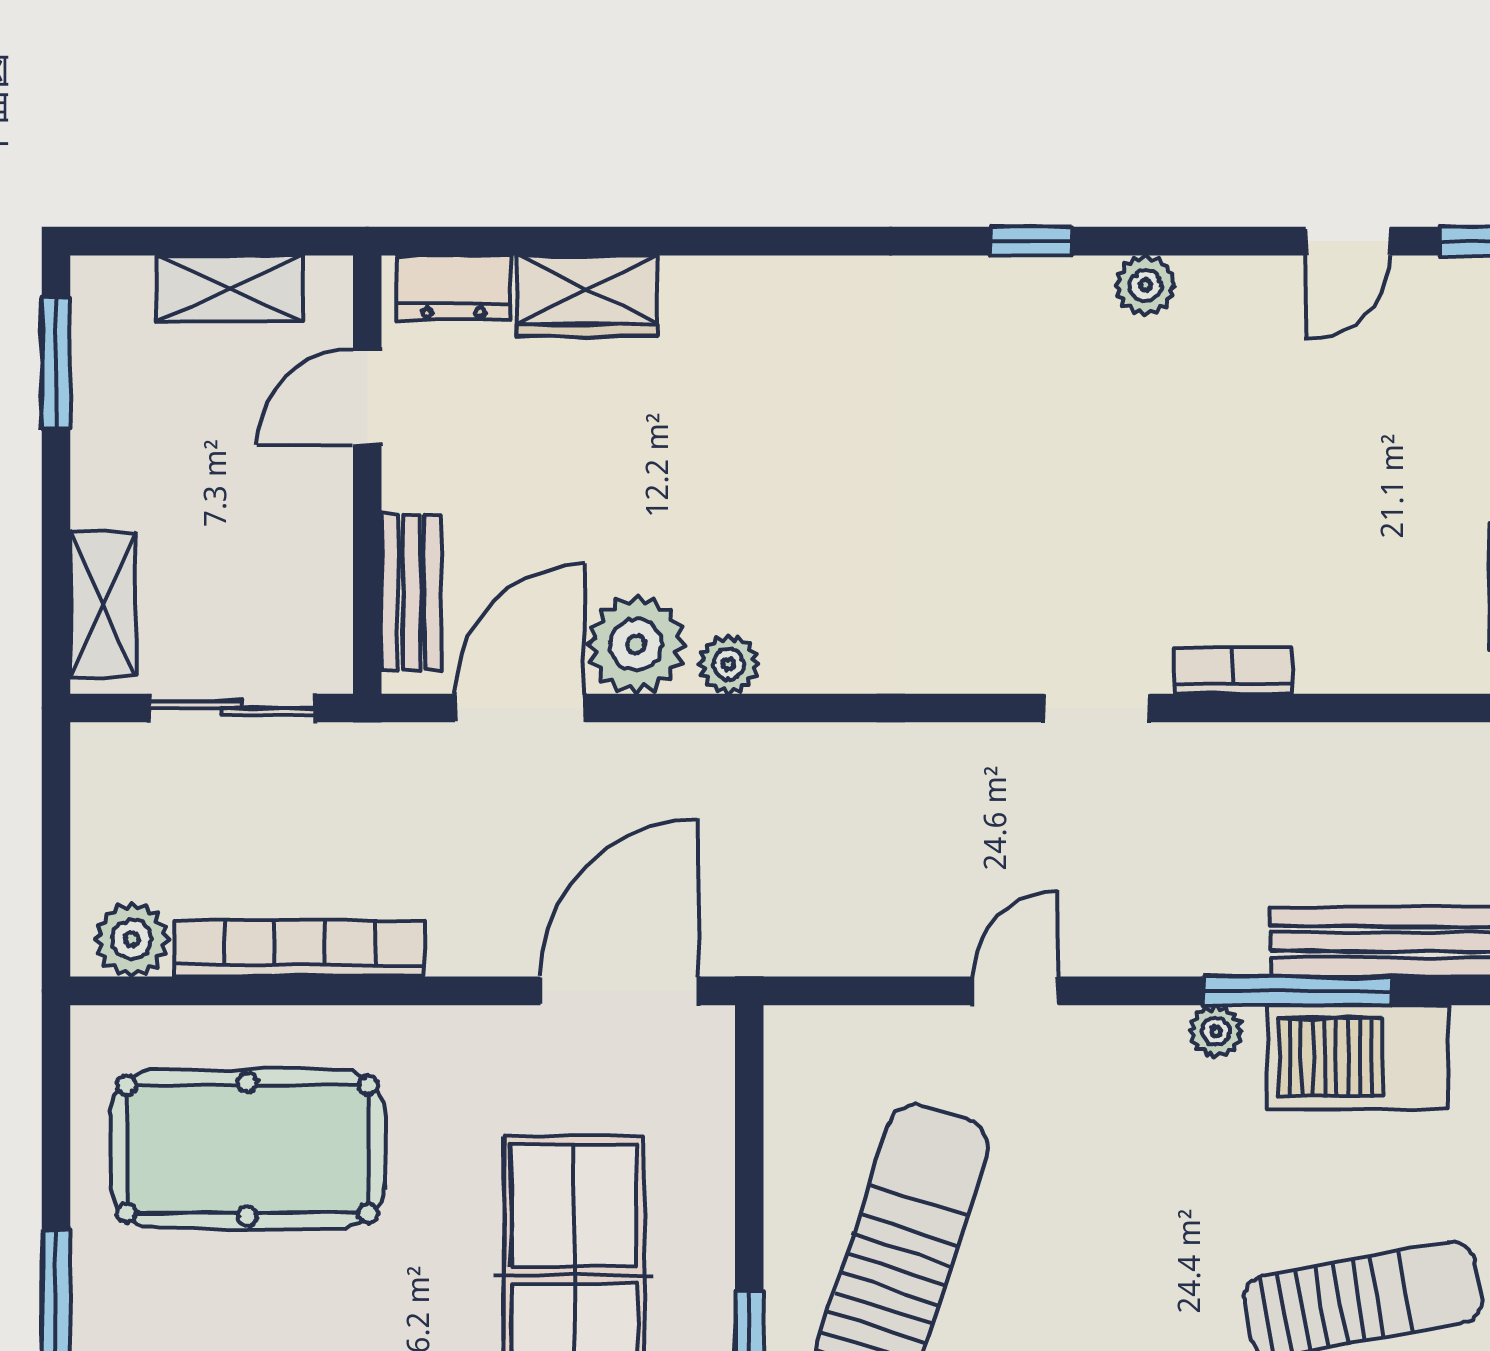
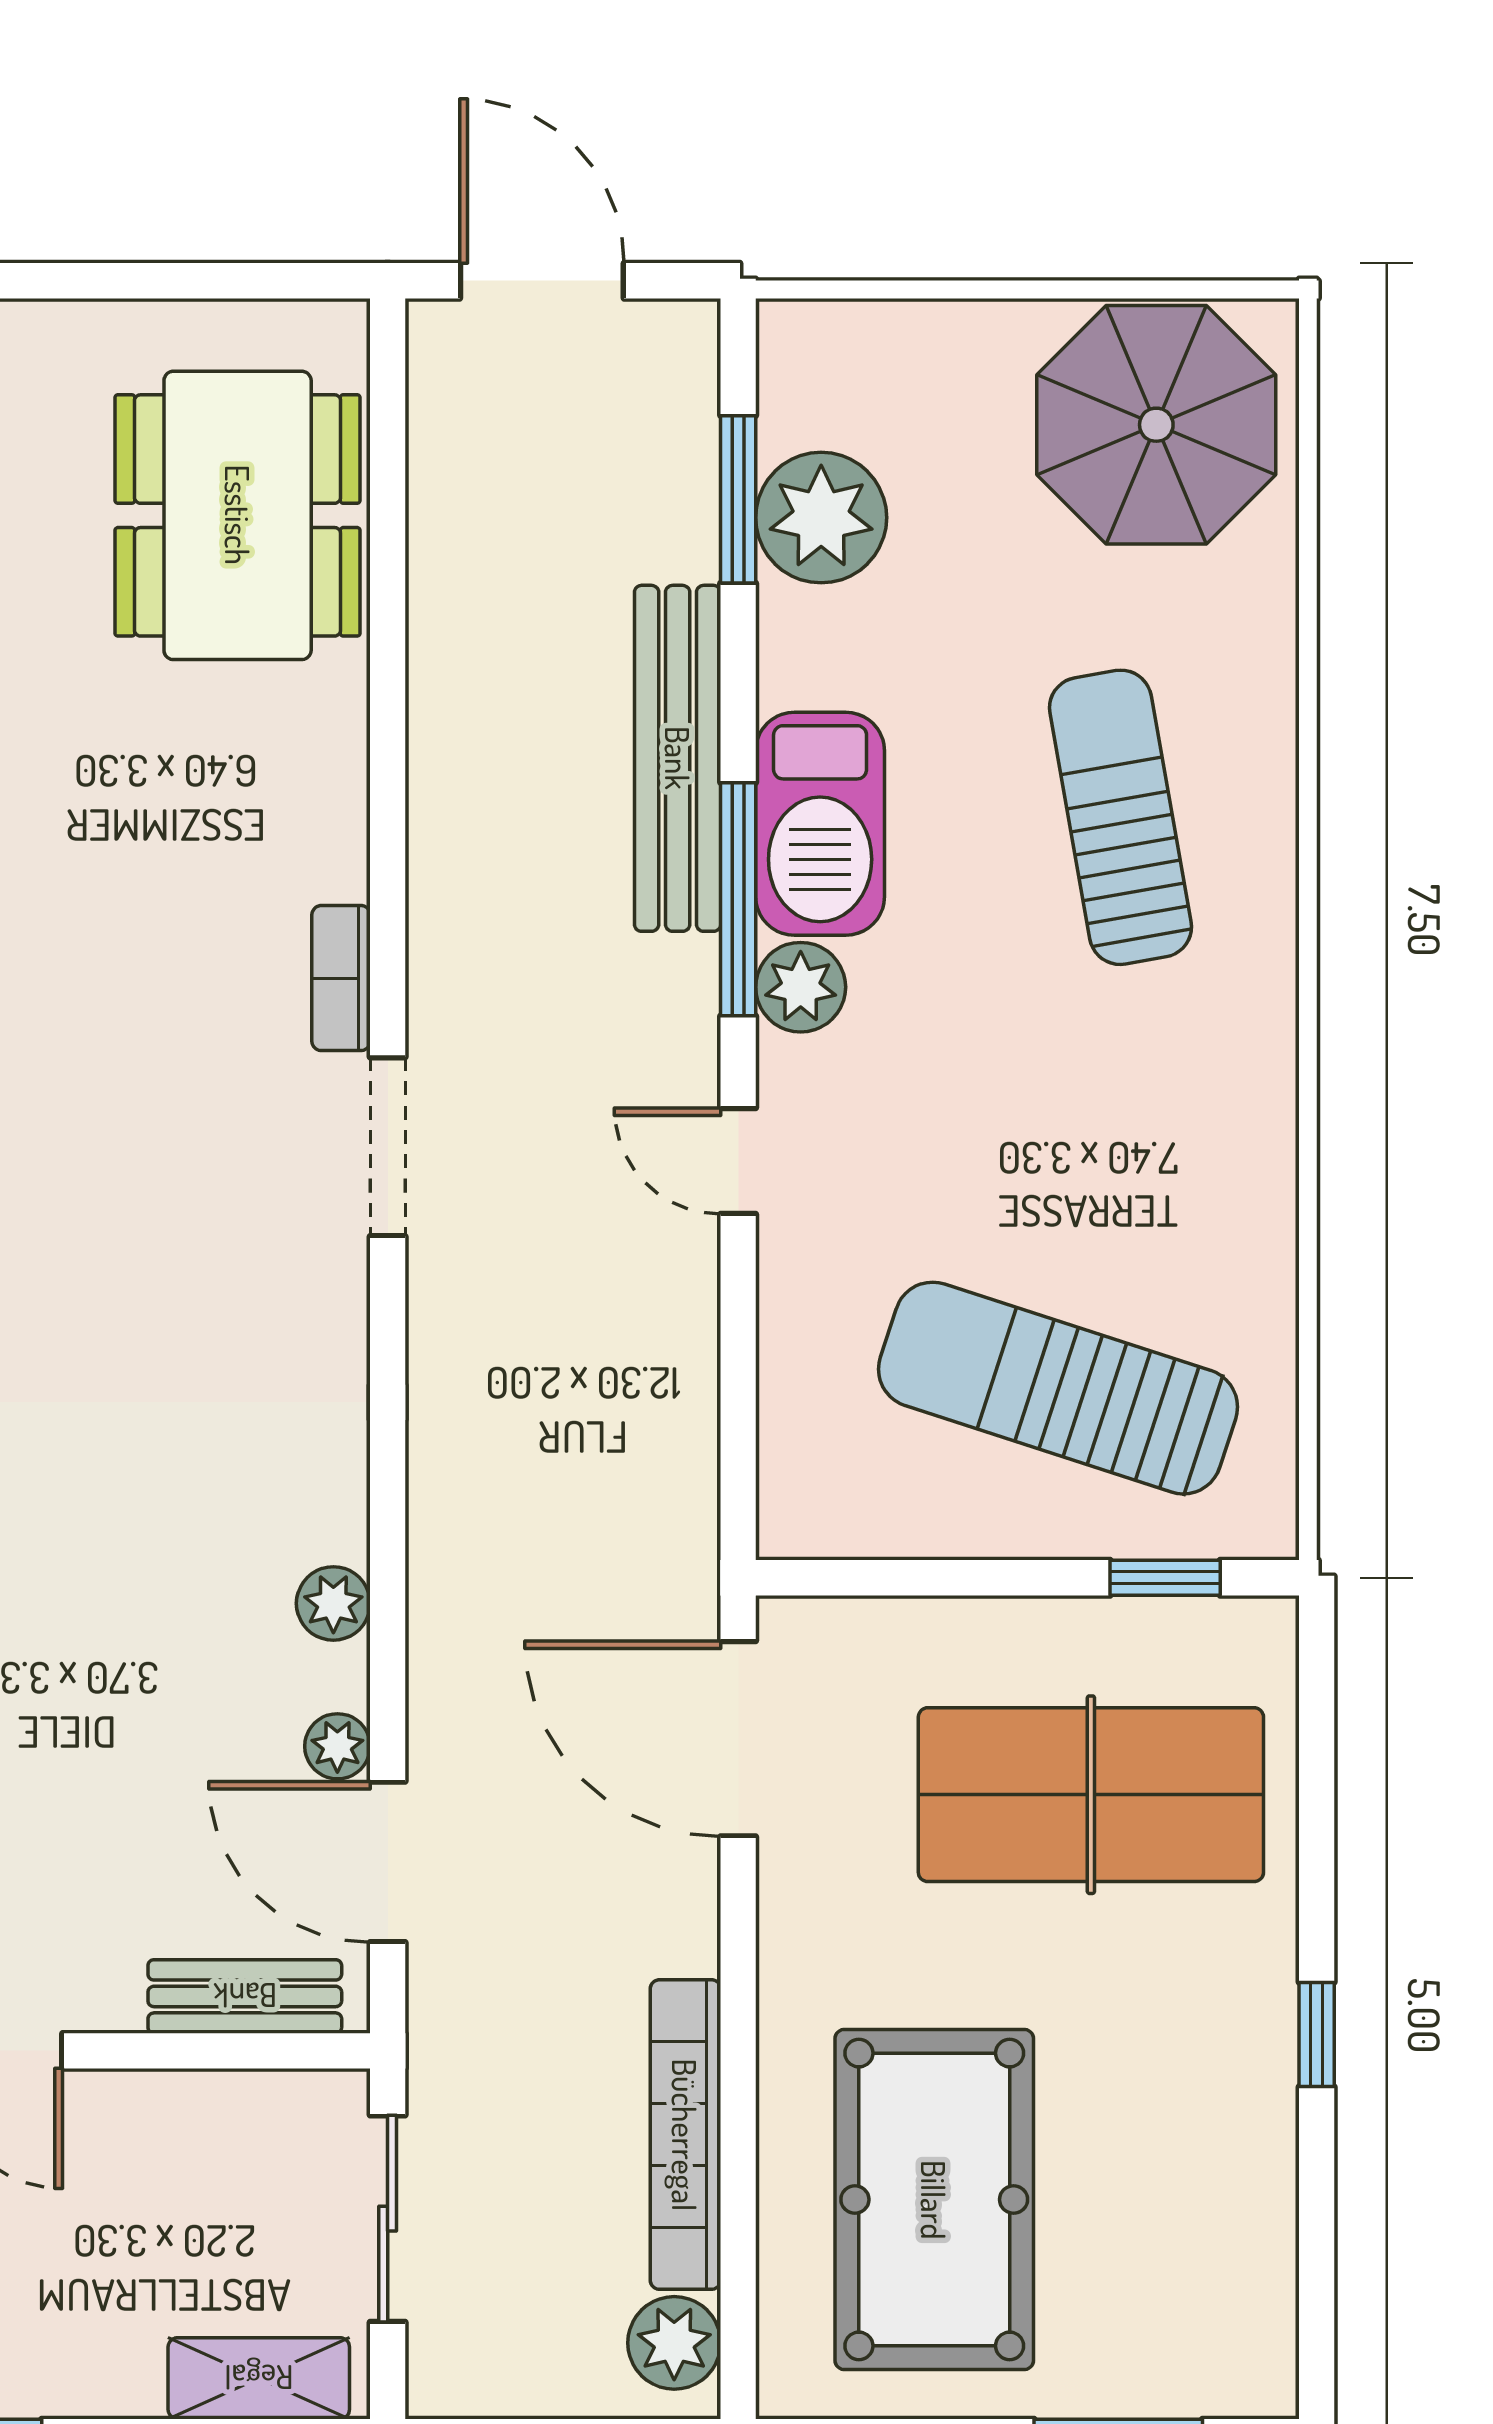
plant: (636, 644) -> (337, 1746), width x0.53, depth x0.53
doorway: (1097, 708) -> (388, 1147), width x1.38
door: (1015, 991) -> (738, 1161), moved
plant: (1216, 1031) -> (801, 987), width x1.38, depth x1.38

